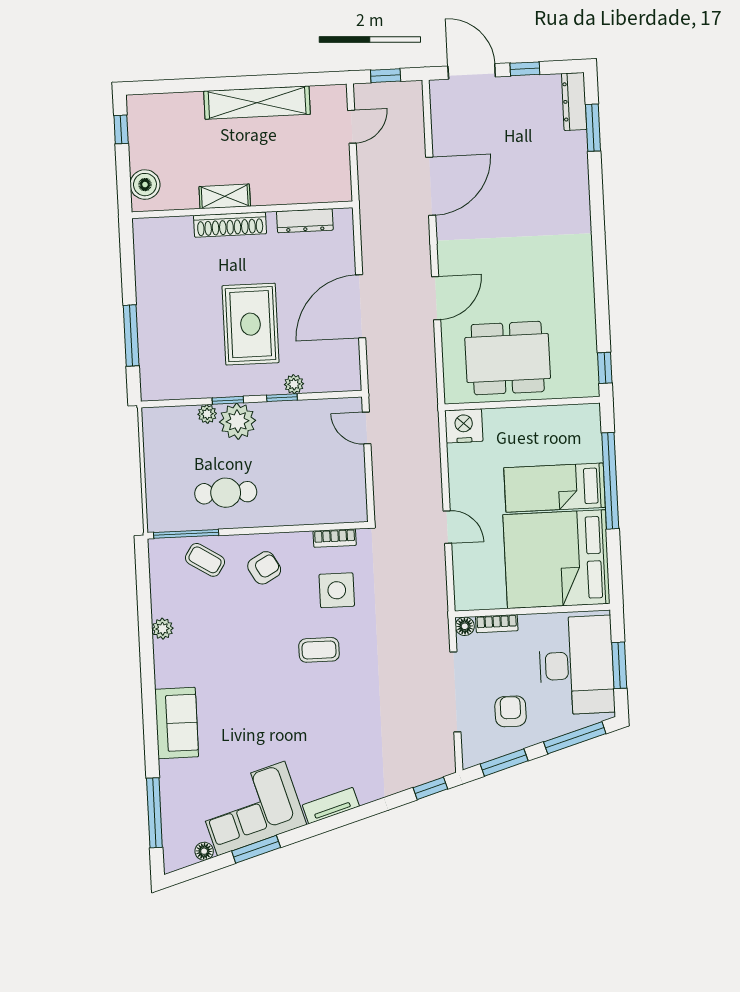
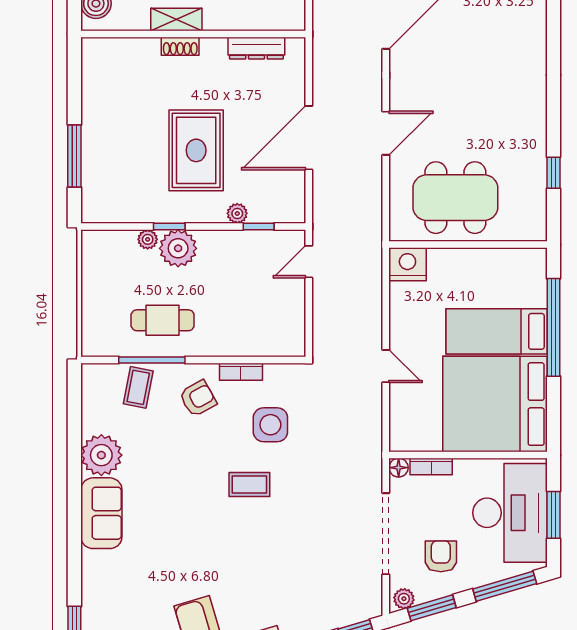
shoe rack: (230, 225) -> (180, 46), width x0.51, depth x0.81
window: (605, 368) -> (553, 173), moved
window: (282, 398) -> (259, 227), moved
door: (367, 428) -> (309, 262), hinge flipped
window: (186, 534) -> (152, 360), moved
bookcase: (335, 538) -> (241, 372), moved
coffee table: (205, 560) -> (138, 387), turned 69
plant: (163, 629) -> (101, 455), width x1.87, depth x1.87
sofa: (177, 723) -> (101, 513), moved
plant: (476, 755) -> (404, 599), added

